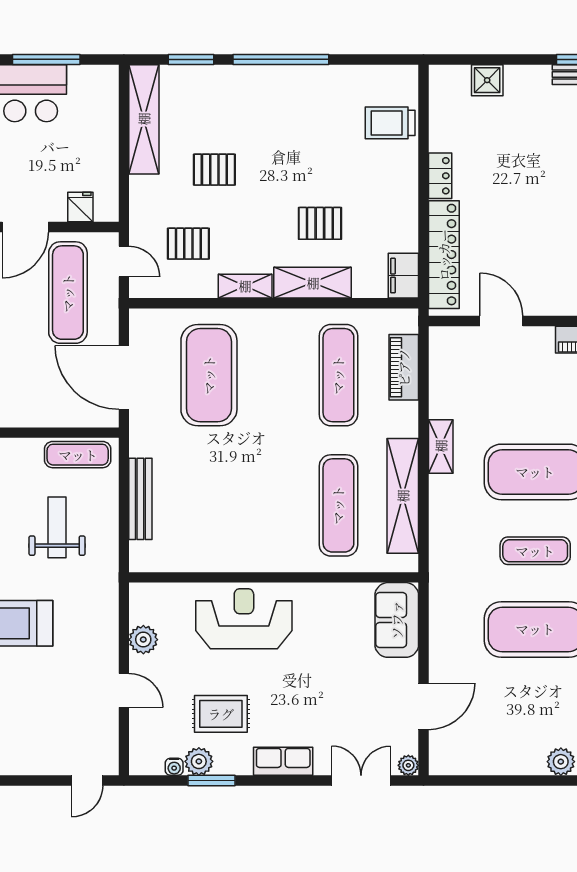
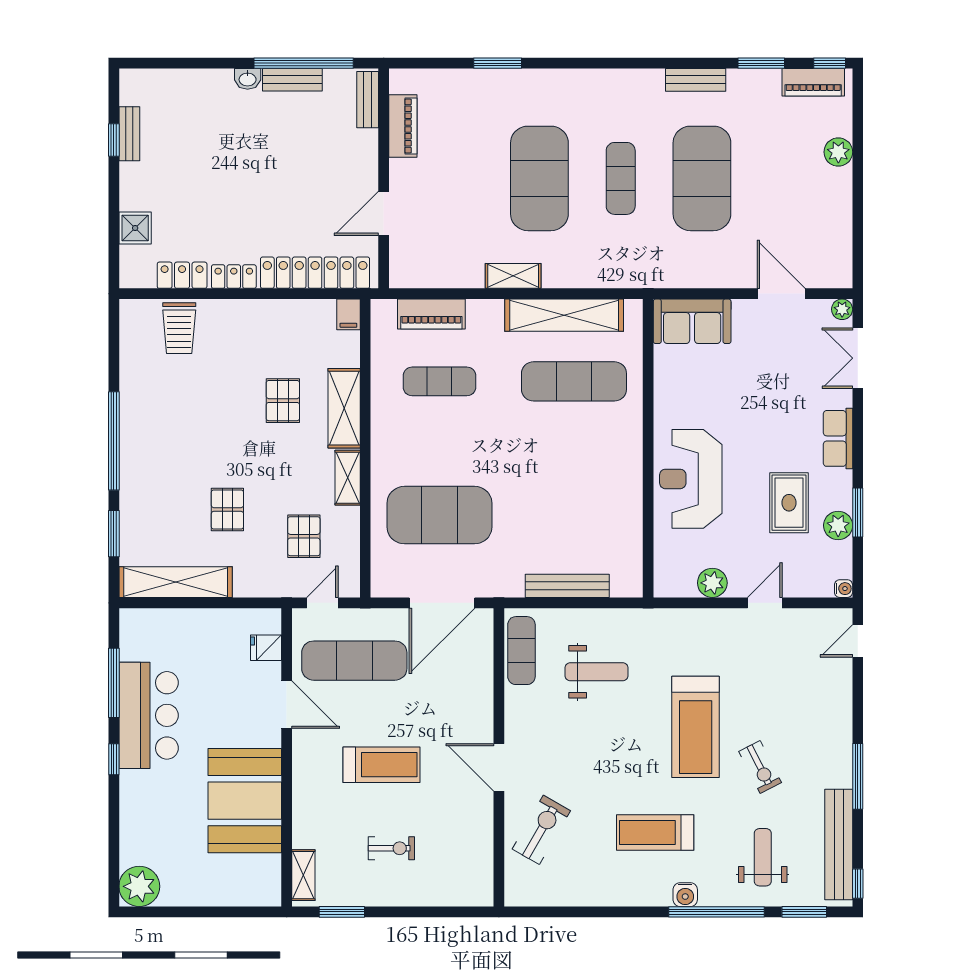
locker: (441, 126) -> (182, 275), added
filing cabinet: (403, 276) -> (348, 314), width x0.50
exercise mat: (338, 375) -> (439, 381), width x0.73, depth x0.69
weight bench: (57, 527) -> (597, 672), turned 180
water cooler: (174, 767) -> (844, 589), moved
door: (87, 780) -> (858, 641), swing flipped

